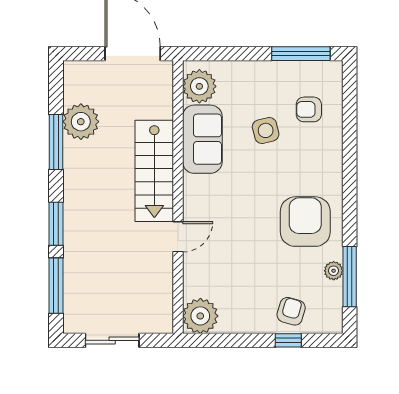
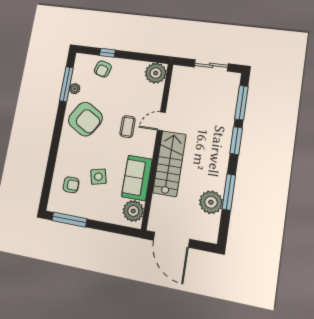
coffee table: (232, 220) -> (128, 127), added
armchair: (305, 222) -> (85, 119), turned -59

